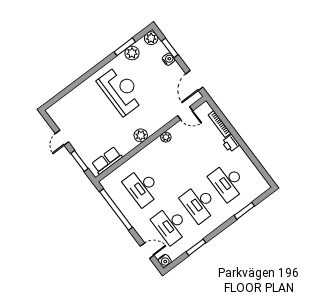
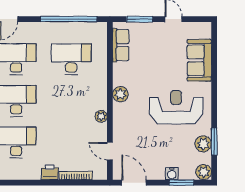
reception desk: (121, 91) -> (176, 107), turned 180
sofa: (77, 99) -> (199, 60), added
door: (185, 113) -> (110, 151), hinge flipped

